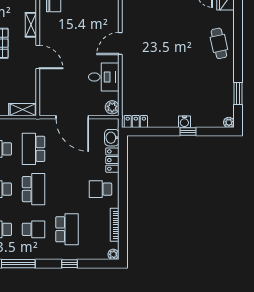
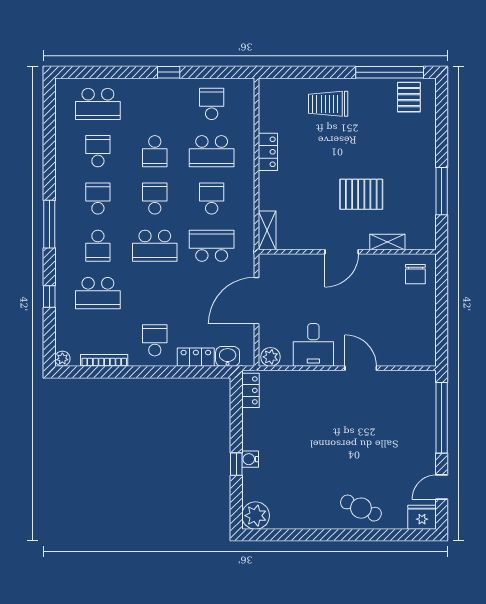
cafe table: (219, 43) -> (361, 508), turned 36
window: (238, 93) -> (290, 535), removed
plant: (229, 122) -> (256, 516), width x1.88, depth x1.88

